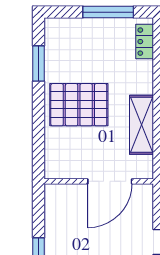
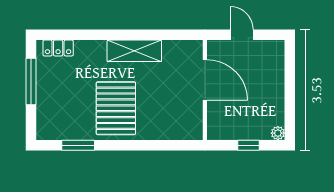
wall: (99, 181) -> (205, 90), moved
door: (110, 181) -> (205, 80), moved

